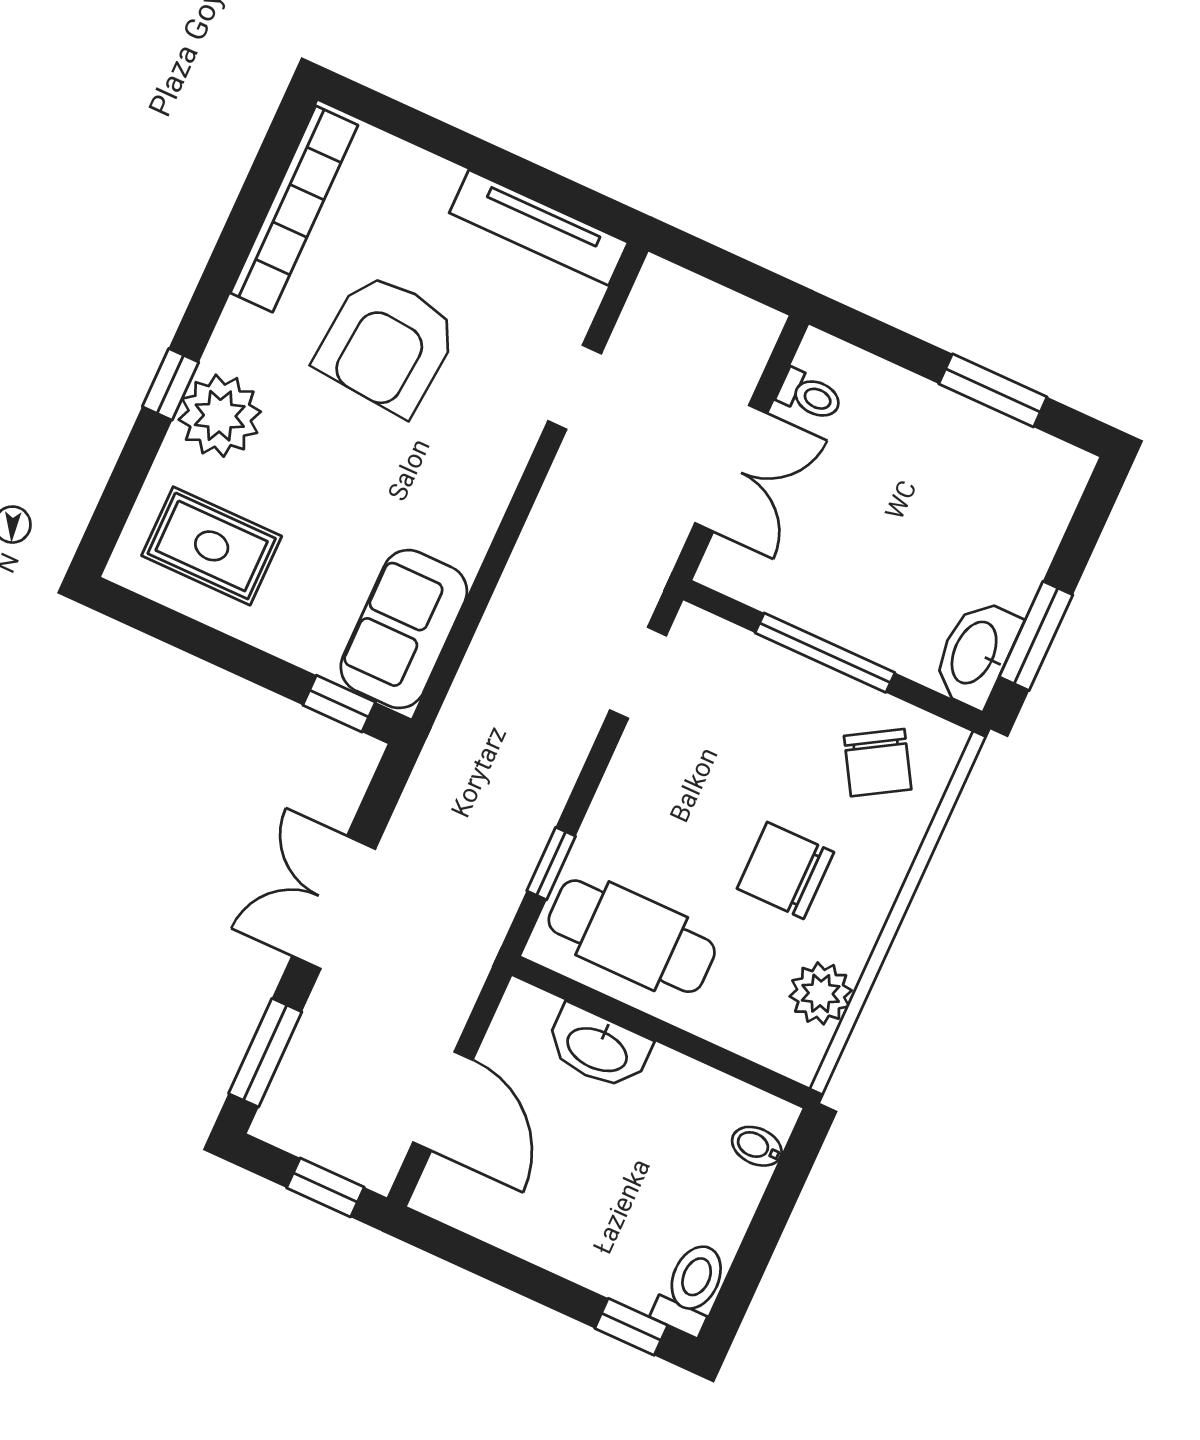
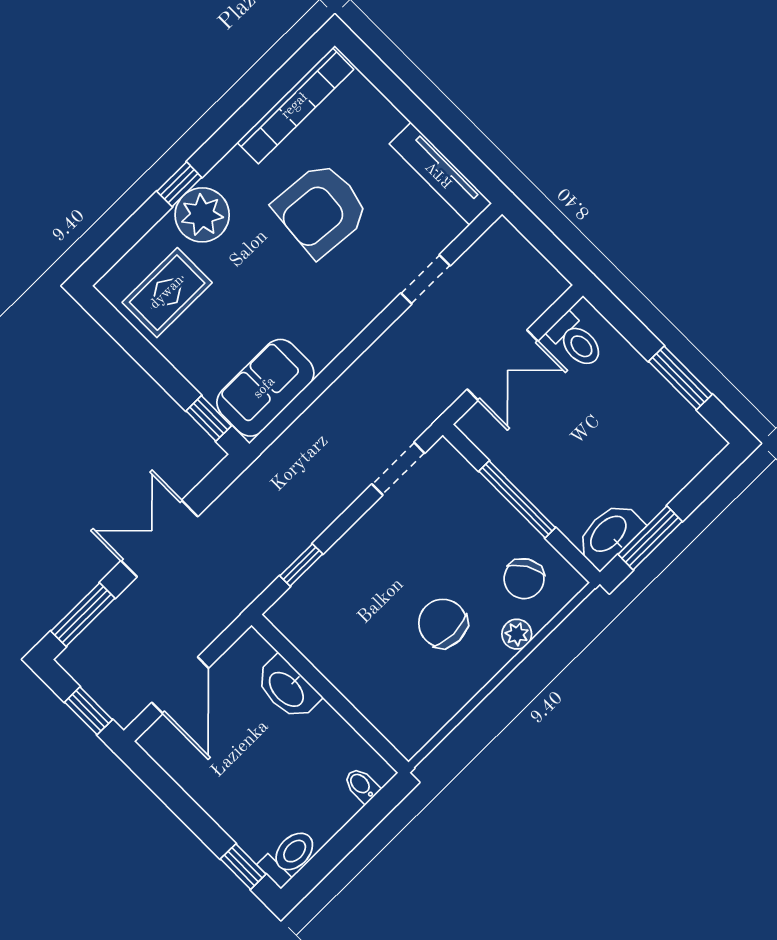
toilet: (810, 395) -> (576, 341), width x1.37, depth x1.39
rug: (212, 546) -> (167, 293), turned 90
cafe table: (632, 936) -> (334, 628), removed
plant: (821, 993) -> (517, 634), moved, width x0.73, depth x0.73

